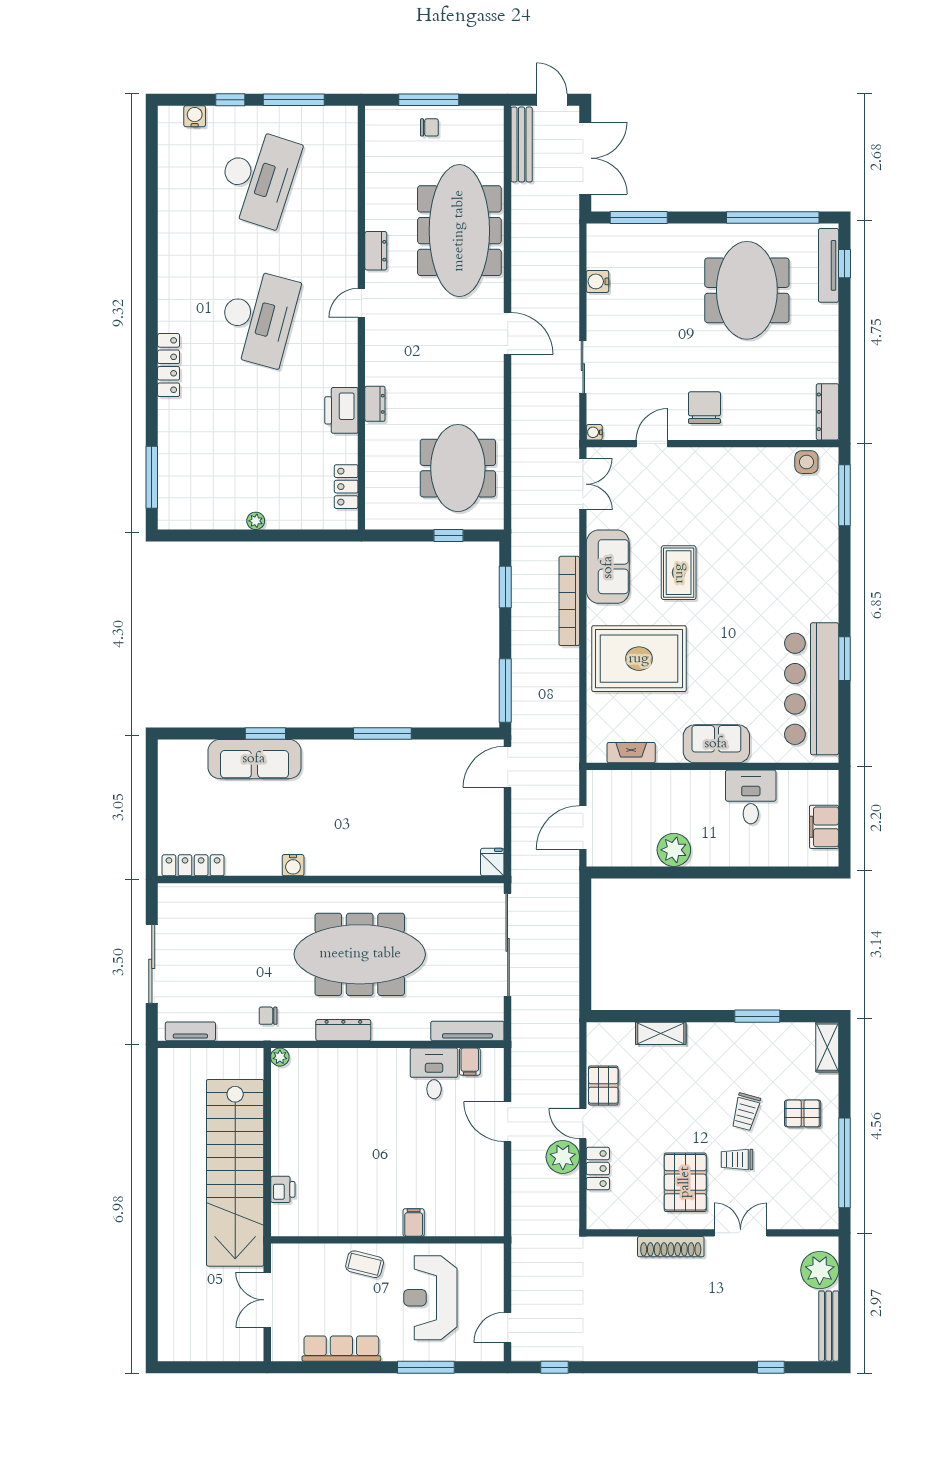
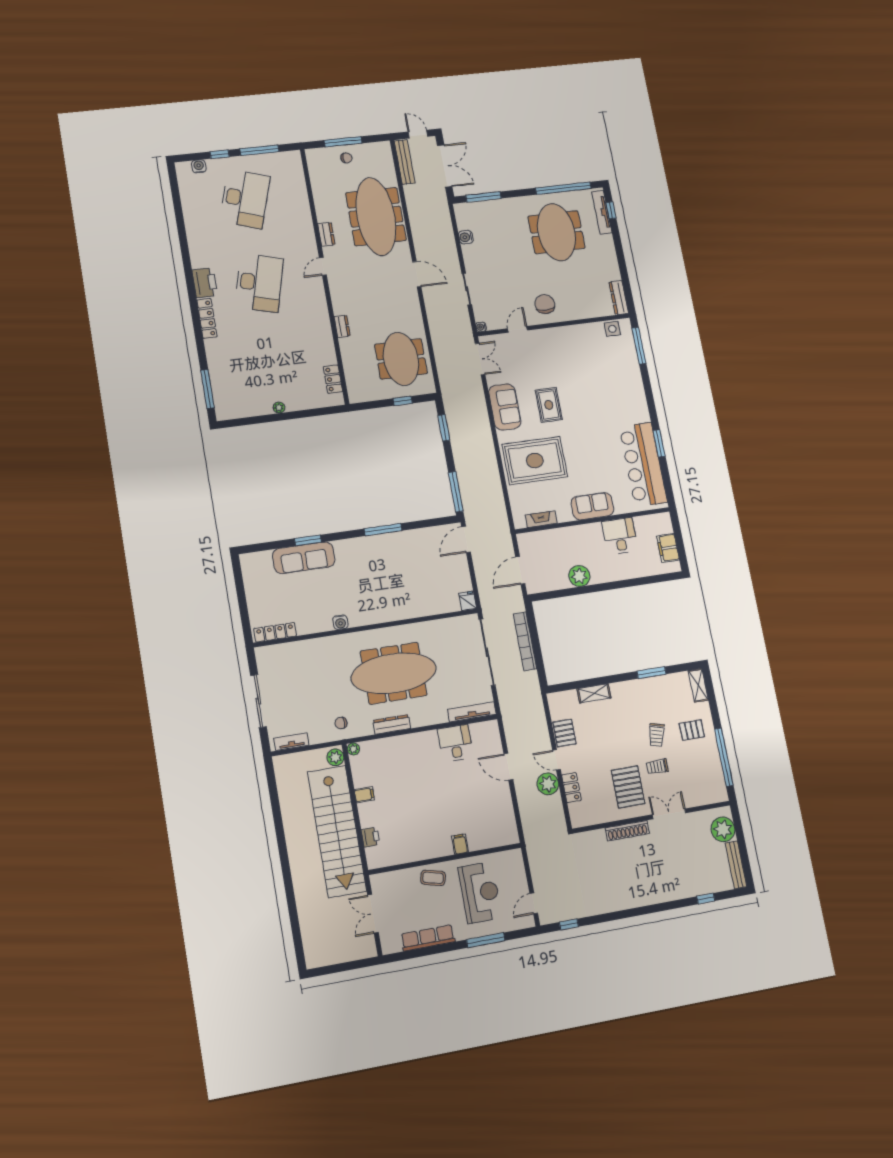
printer: (341, 410) -> (205, 283), moved, turned 180
bookcase: (569, 601) -> (525, 641), moved
filing cabinet: (470, 1062) -> (364, 795), moved, turned -90
plant: (251, 1065) -> (335, 757), added
reception desk: (430, 1298) -> (480, 893), turned 180

